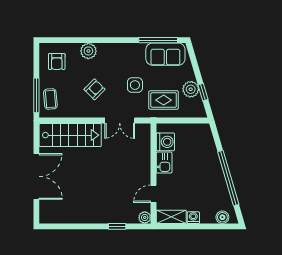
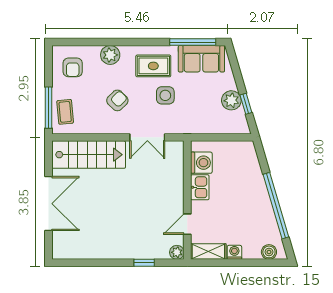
rug: (164, 100) -> (153, 66), moved

